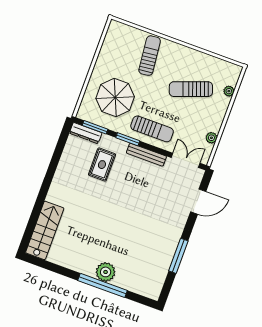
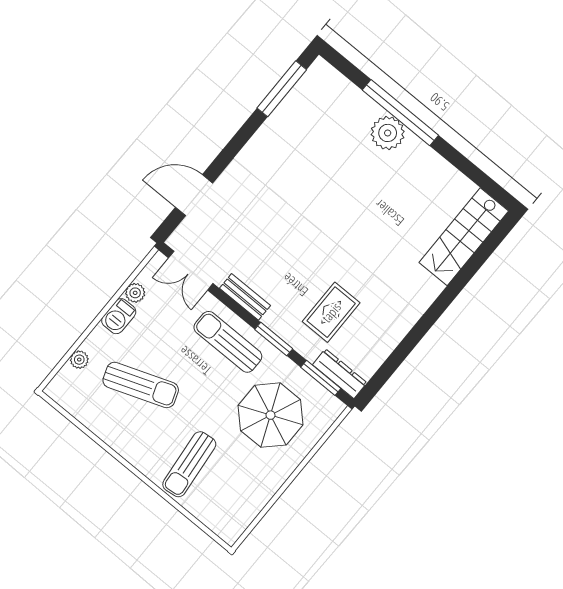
barbecue: (216, 122) -> (119, 316), added
bench: (146, 155) -> (245, 297), width x0.73
window: (178, 256) -> (282, 89), moved

